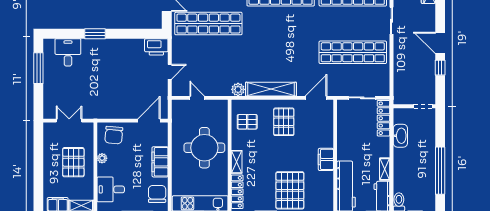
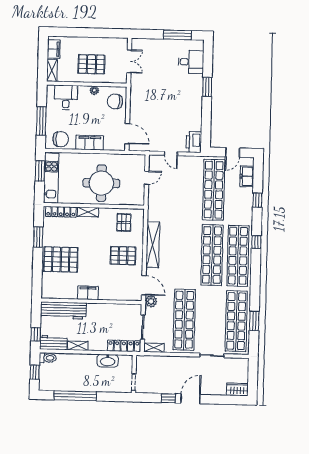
shop shelf: (281, 24) -> (212, 255), added
shelving: (385, 85) -> (154, 348), added
plant: (238, 89) -> (151, 301), moved

